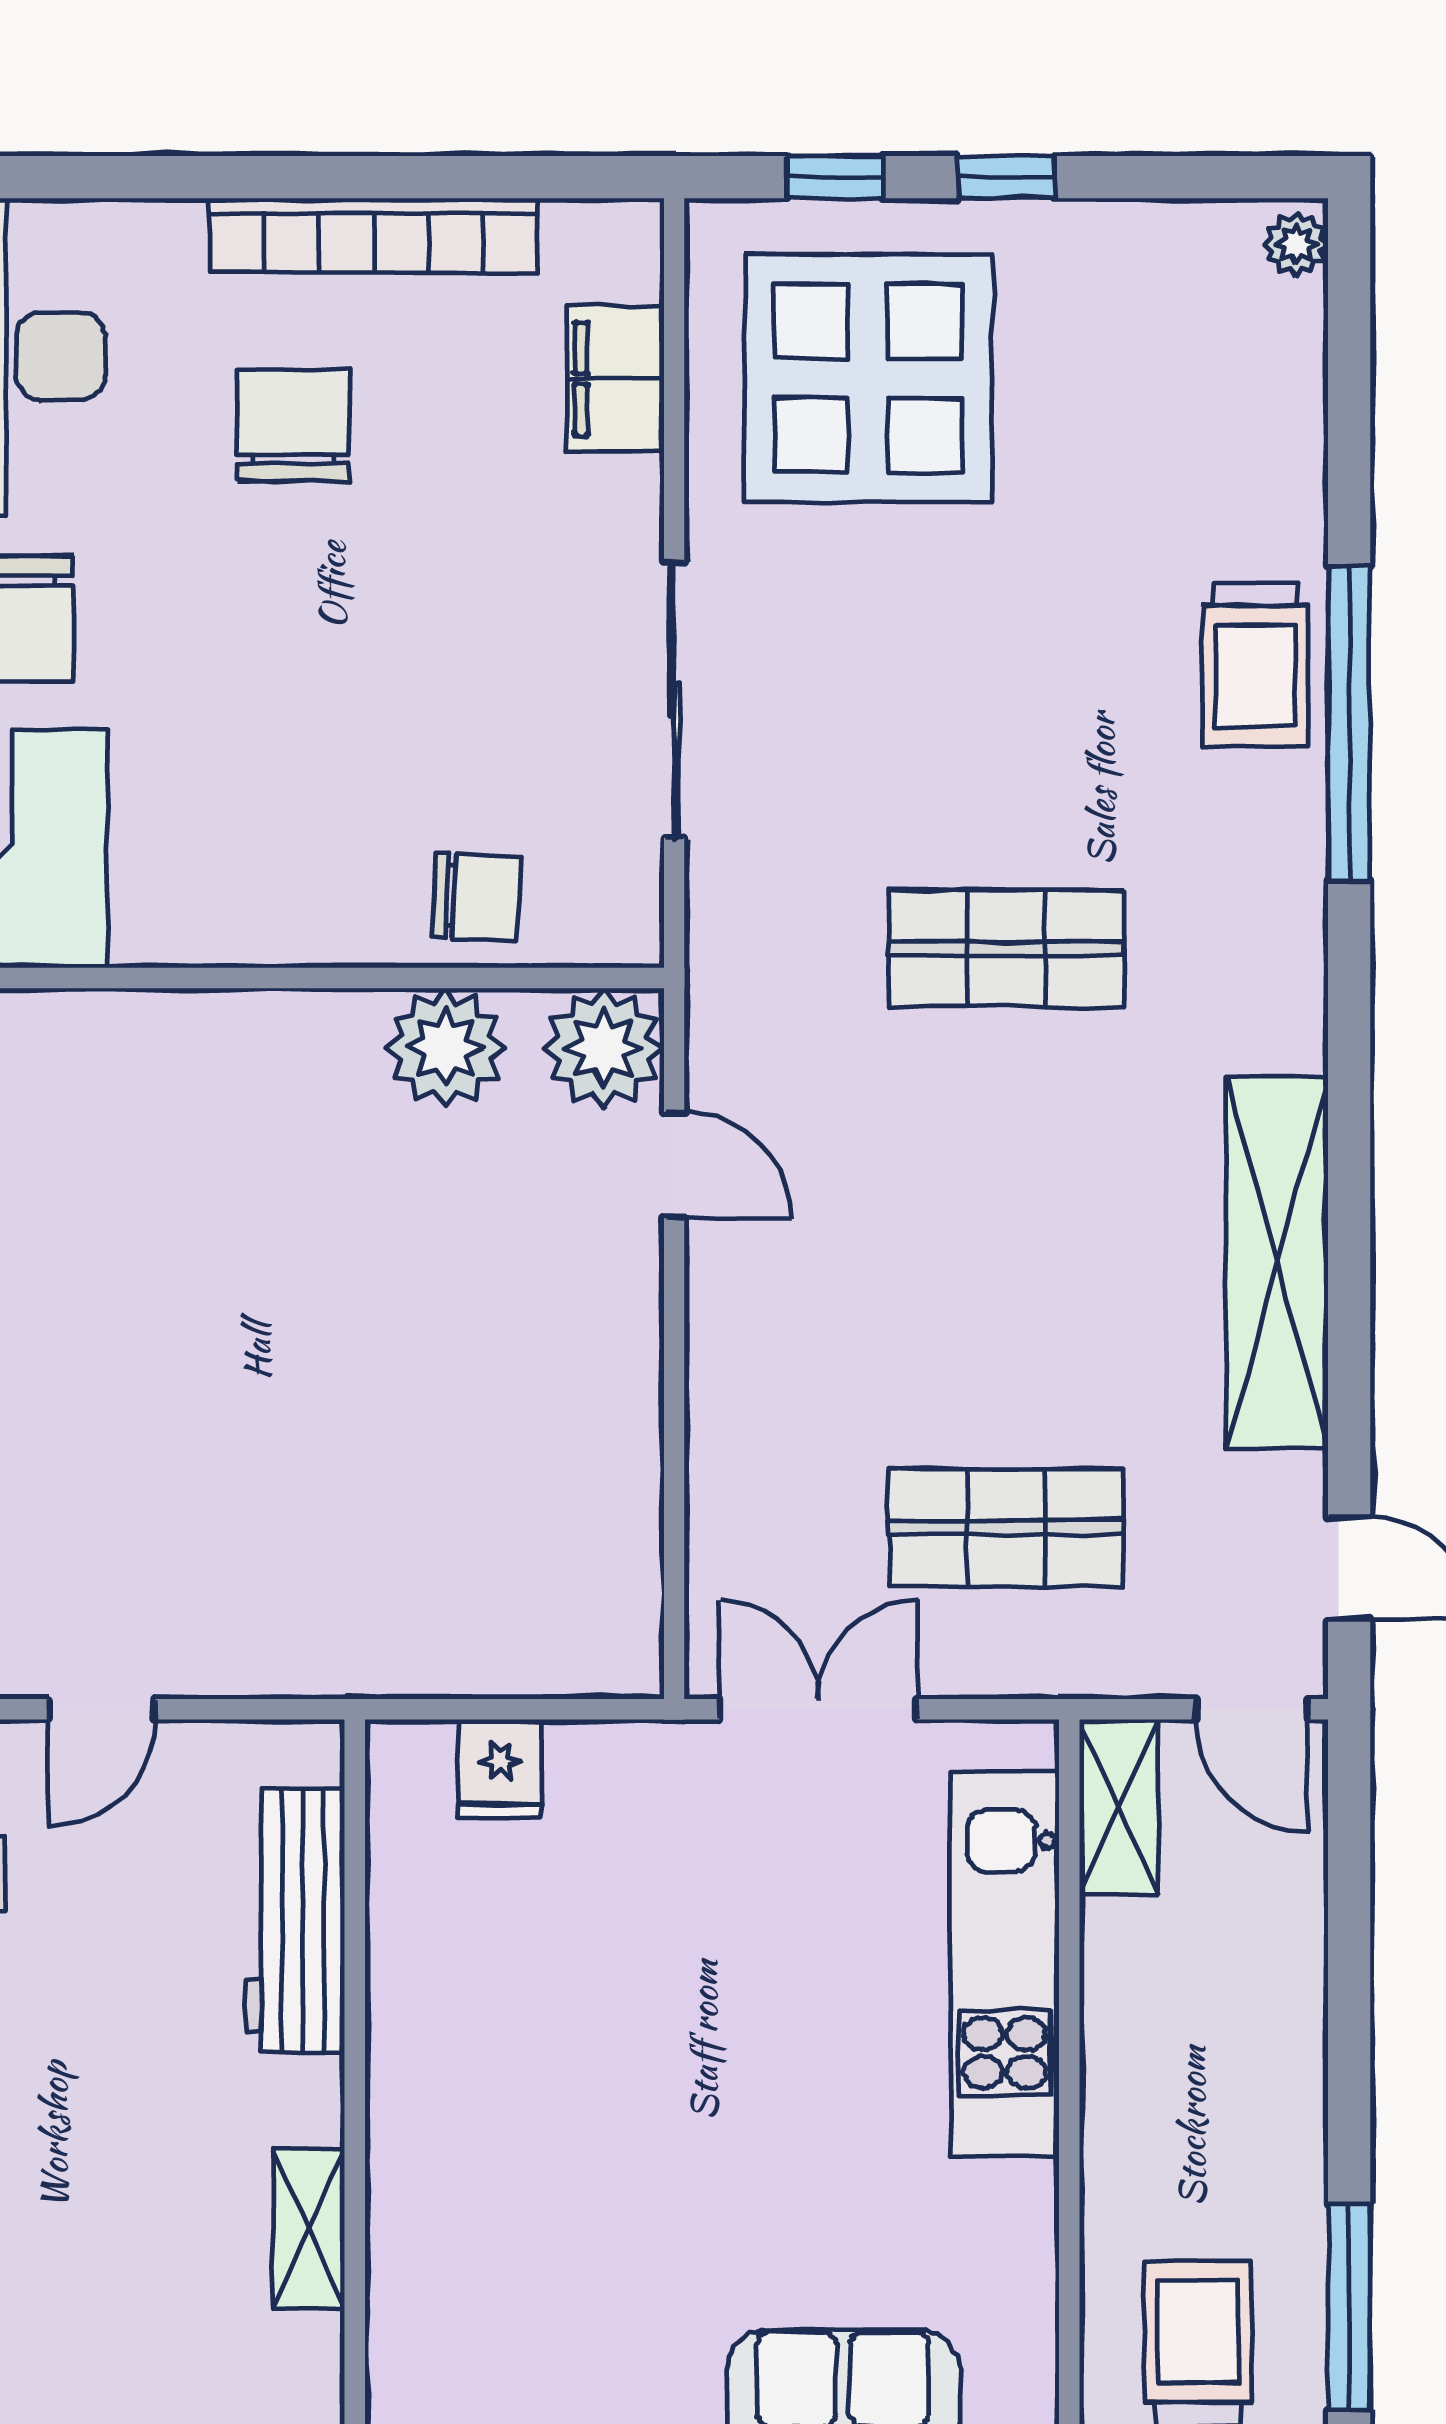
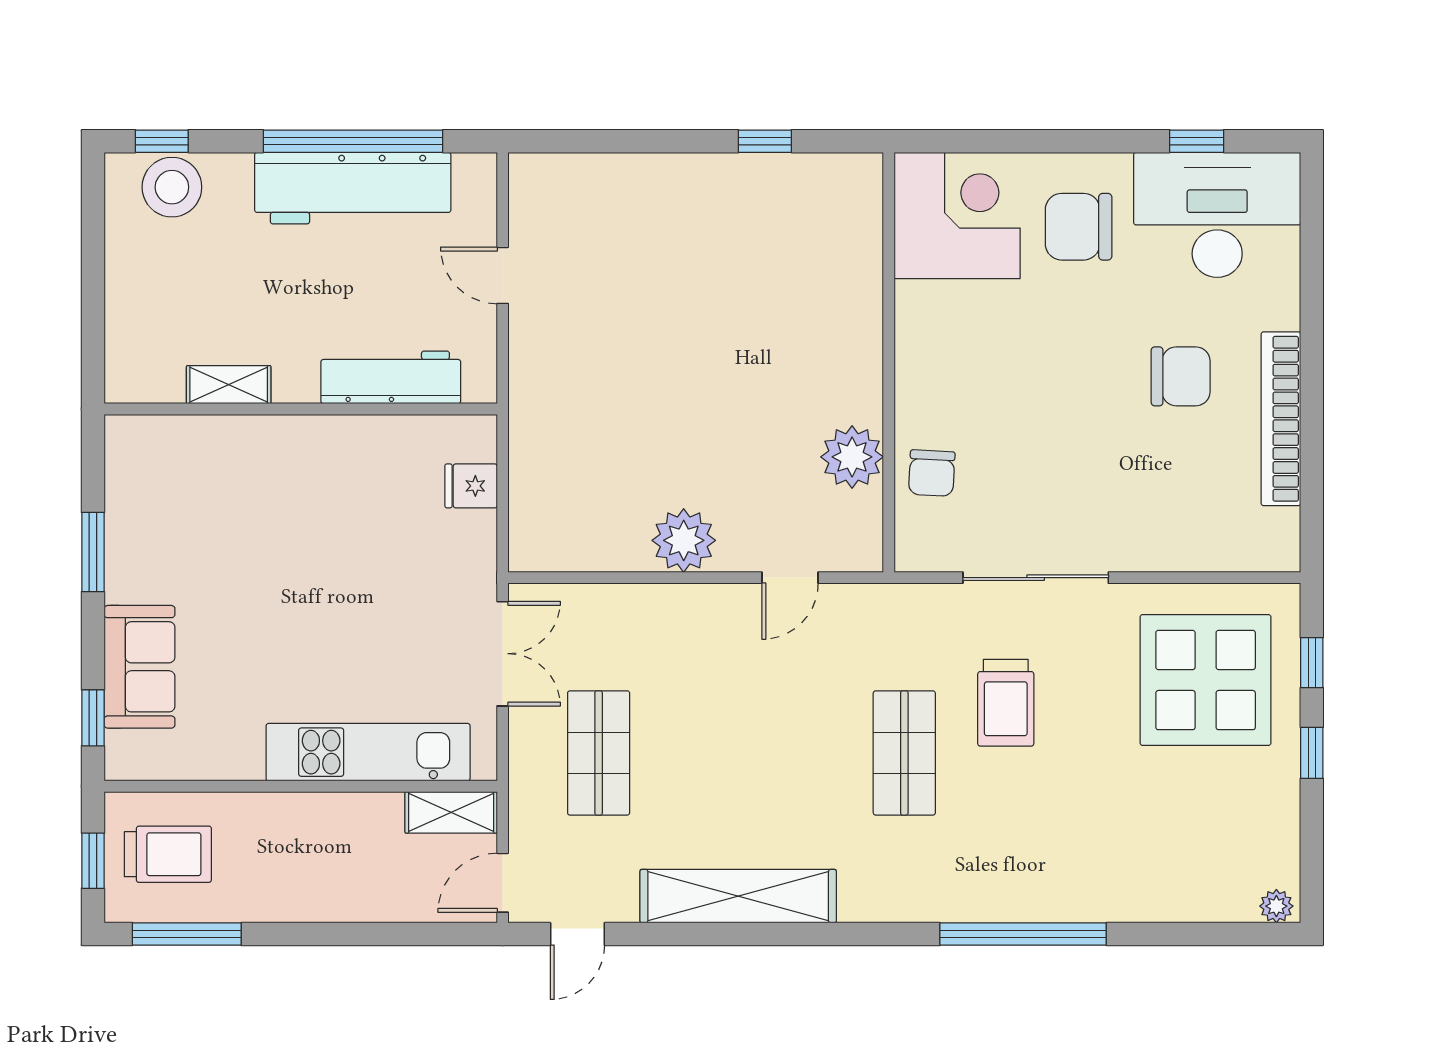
filing cabinet: (615, 379) -> (1205, 547), removed
trolley: (1255, 665) -> (1006, 703), moved, turned -90
plant: (604, 1048) -> (684, 540), moved

